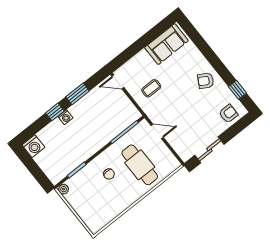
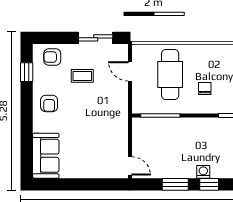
sofa: (166, 44) -> (46, 156), moved, turned 90
armchair: (206, 81) -> (49, 103), turned 60
coffee table: (151, 88) -> (82, 76), moved
door: (157, 131) -> (130, 71), moved

